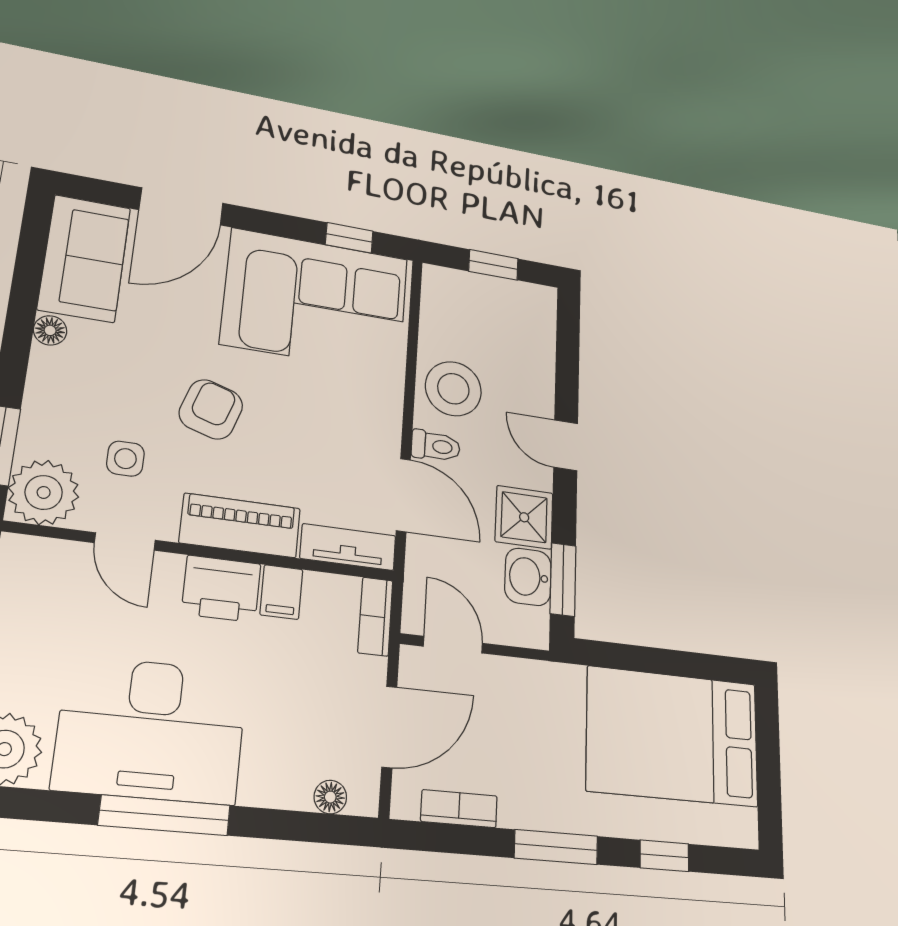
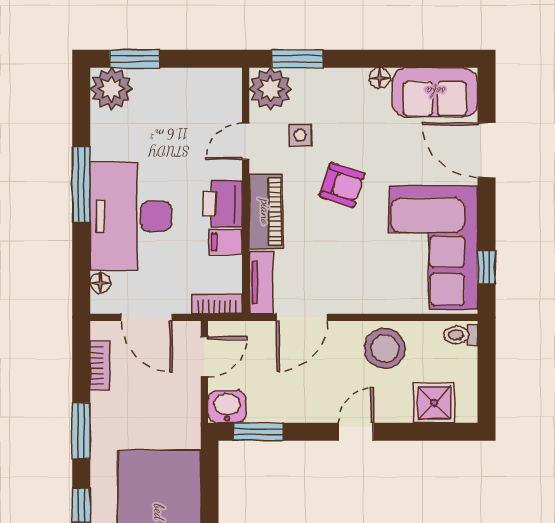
window: (493, 265) -> (486, 374), removed
toilet: (436, 446) -> (461, 335), moved, turned 90
shower: (524, 517) -> (434, 403), moved
washbasin: (528, 577) -> (227, 407), moved
desk: (151, 730) -> (131, 216), moved

